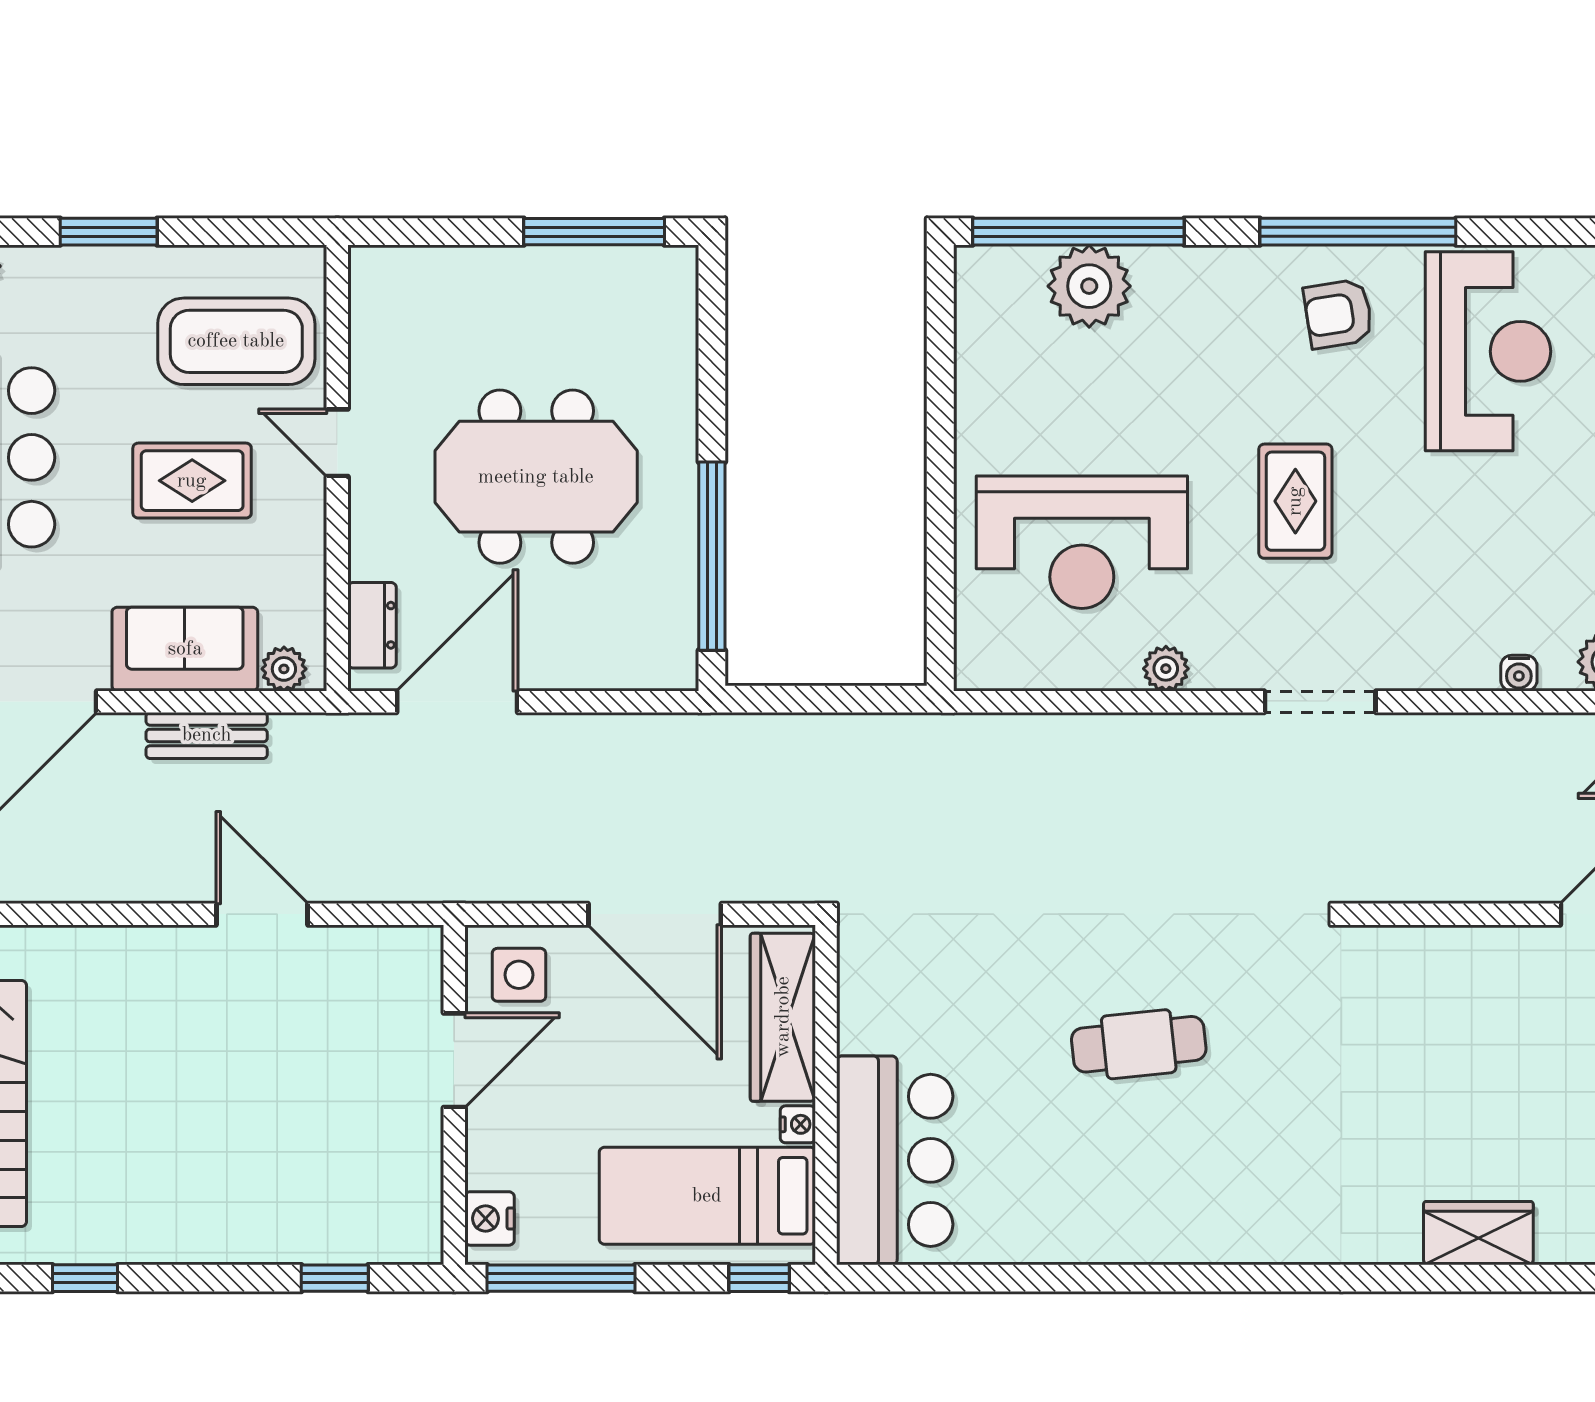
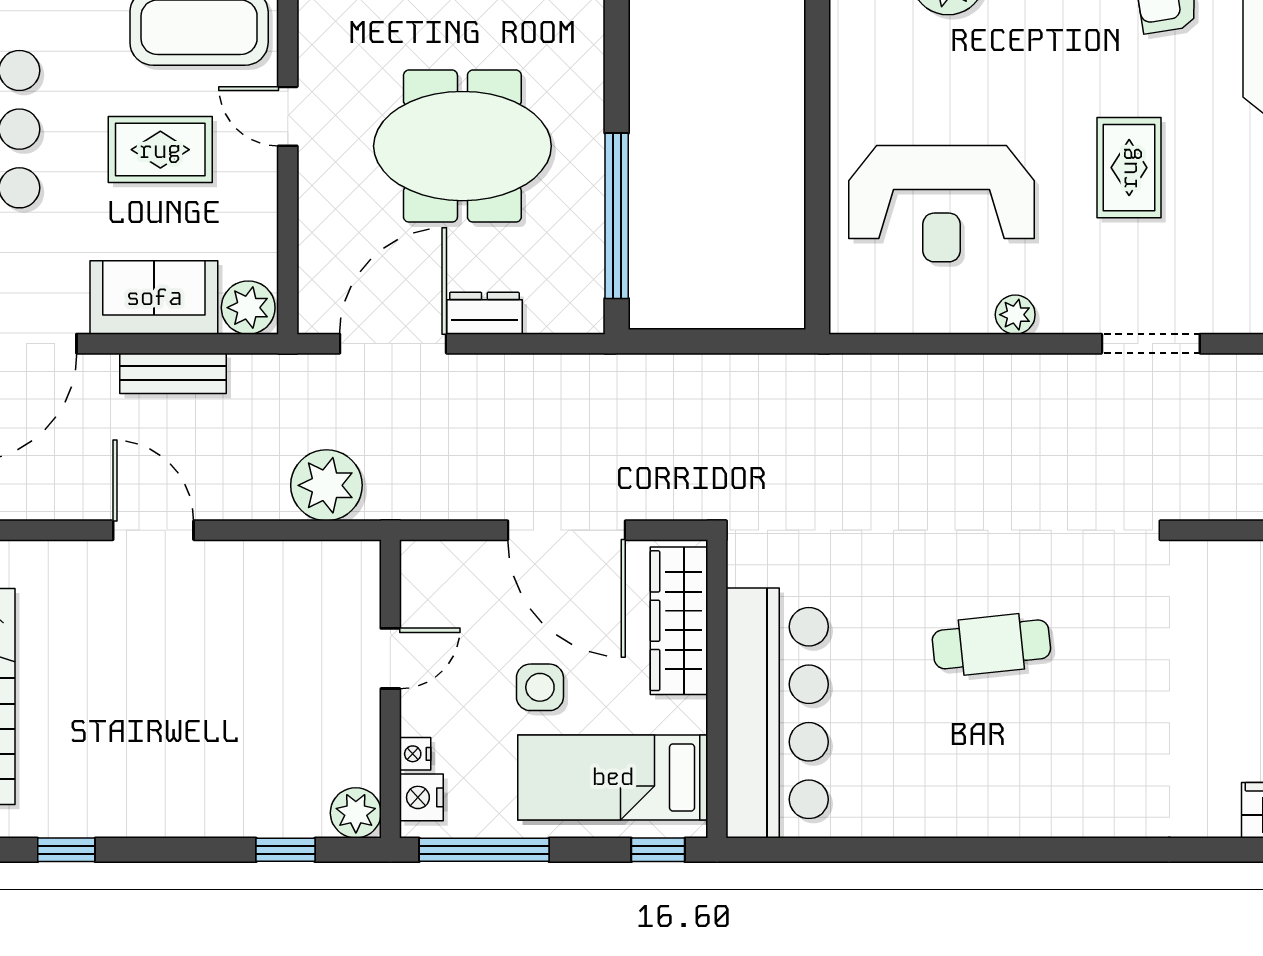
dresser: (372, 625) -> (484, 313), moved, turned -90
plant: (284, 669) -> (248, 308), width x1.38, depth x1.38
plant: (381, 863) -> (326, 485), added
door: (262, 914) -> (153, 530), moved
side table: (519, 975) -> (540, 687), moved
door: (454, 1060) -> (390, 658), width x0.73
nightstand: (798, 1124) -> (415, 754), moved, turned 180
bar counter: (895, 1160) -> (777, 713), width x1.36
plant: (415, 1236) -> (356, 813), added

